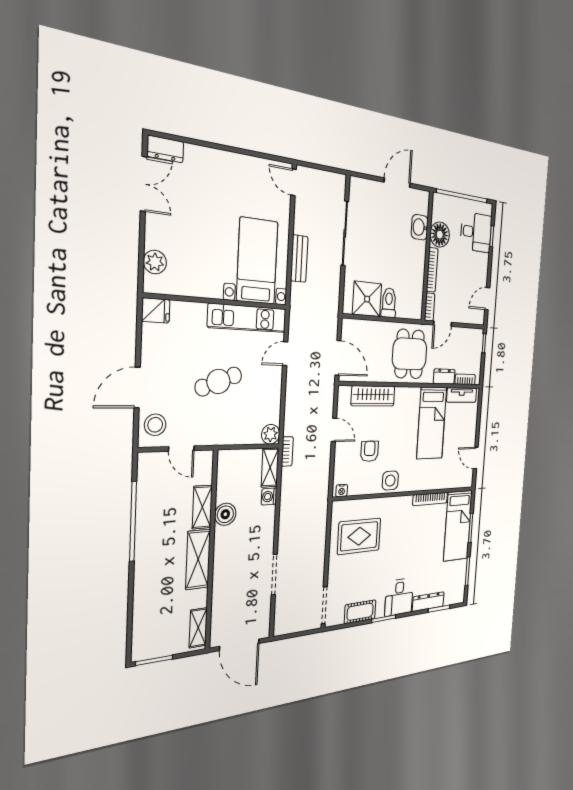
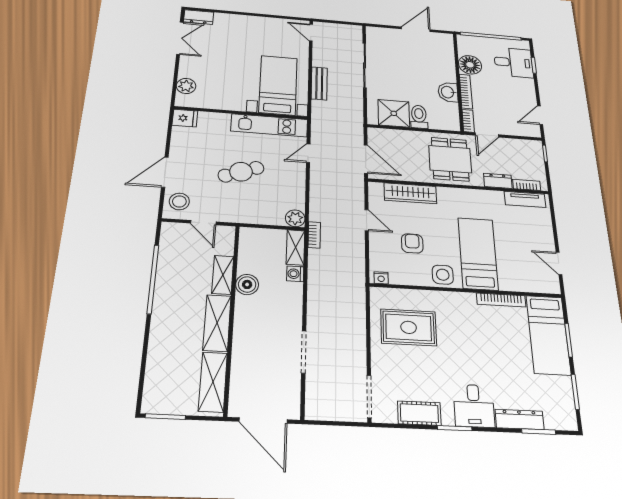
washbasin: (420, 227) -> (448, 92), moved
bed: (432, 423) -> (478, 254), moved, turned 180
shelving: (198, 628) -> (213, 382), width x1.50, depth x1.33

